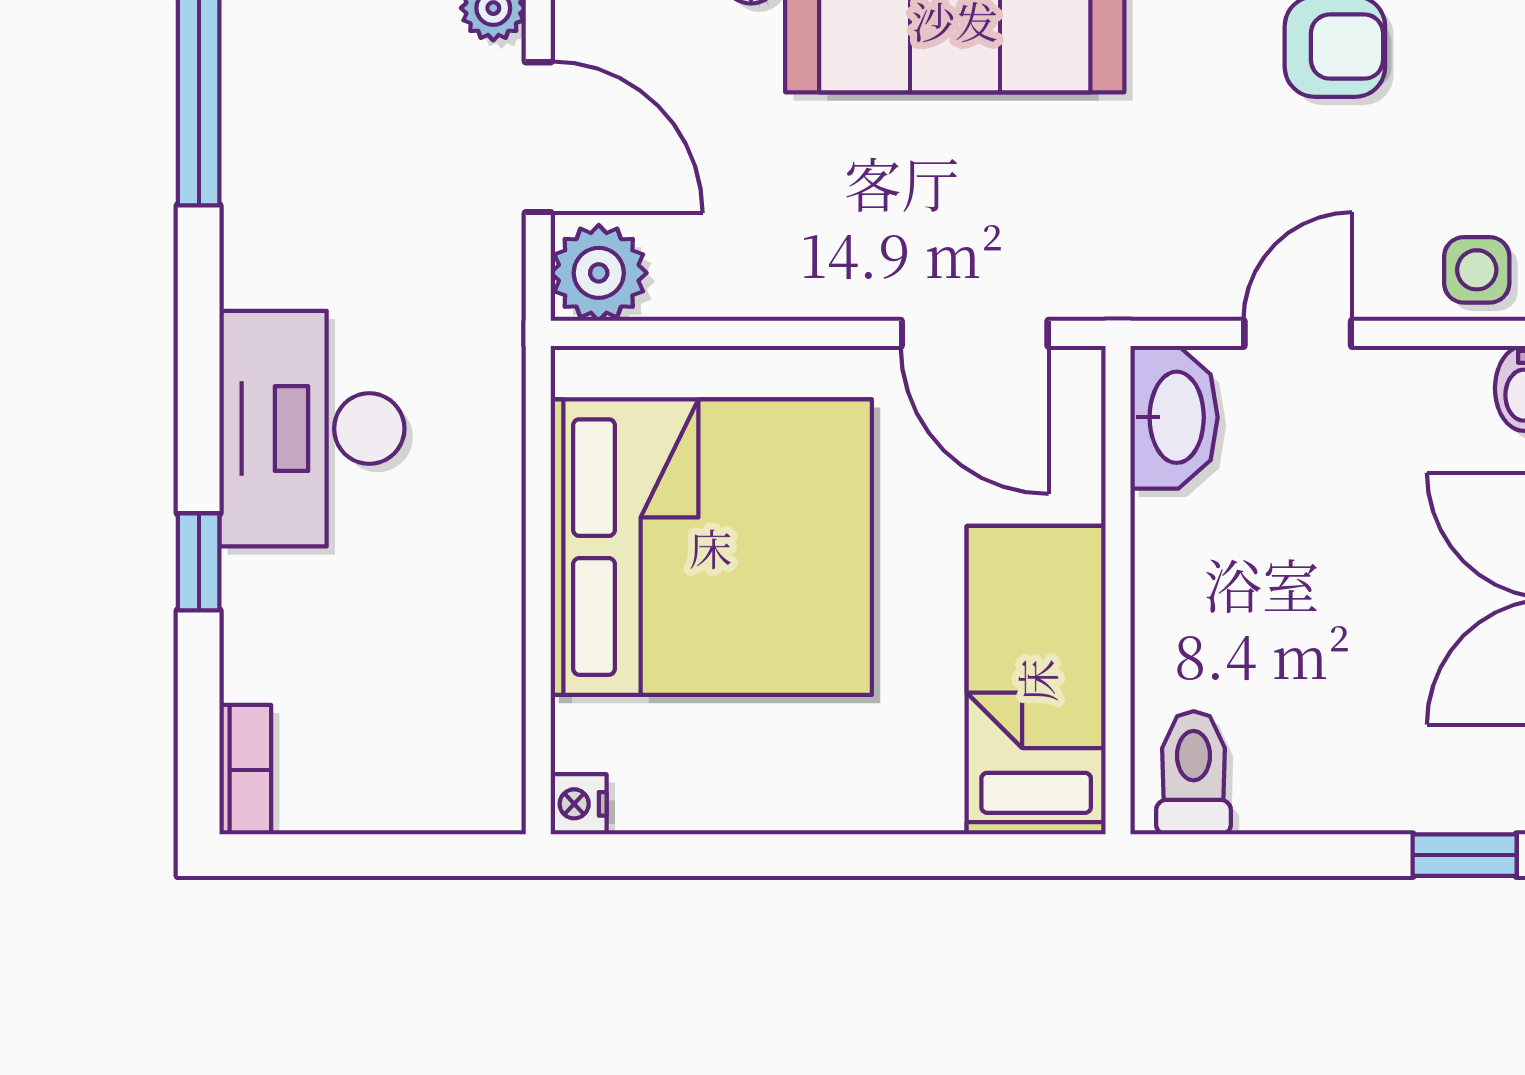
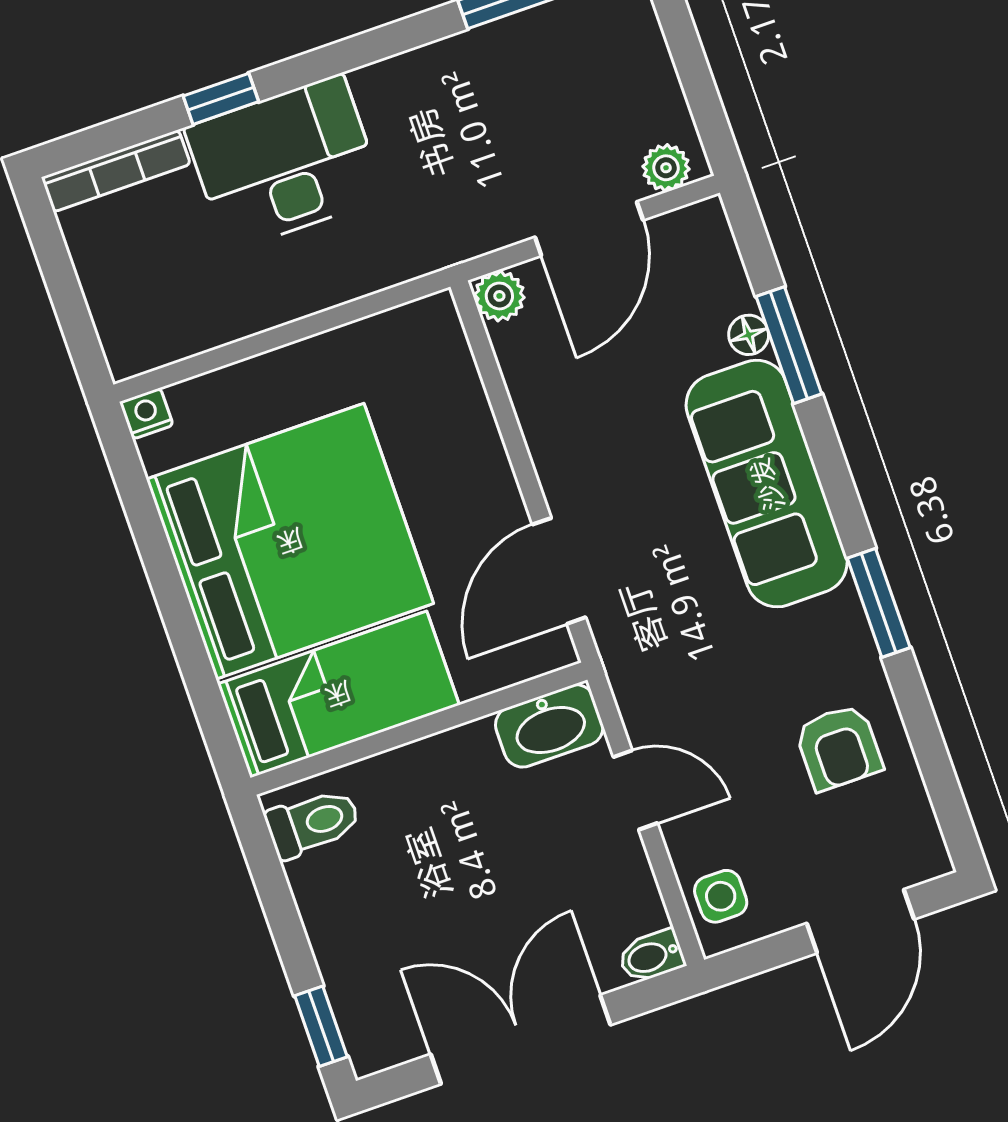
plant: (599, 273) -> (499, 296), width x0.73, depth x0.73
desk: (312, 429) -> (285, 163), moved
bed: (711, 547) -> (290, 541), moved, turned -90
bookcase: (245, 770) -> (116, 171), width x1.56

